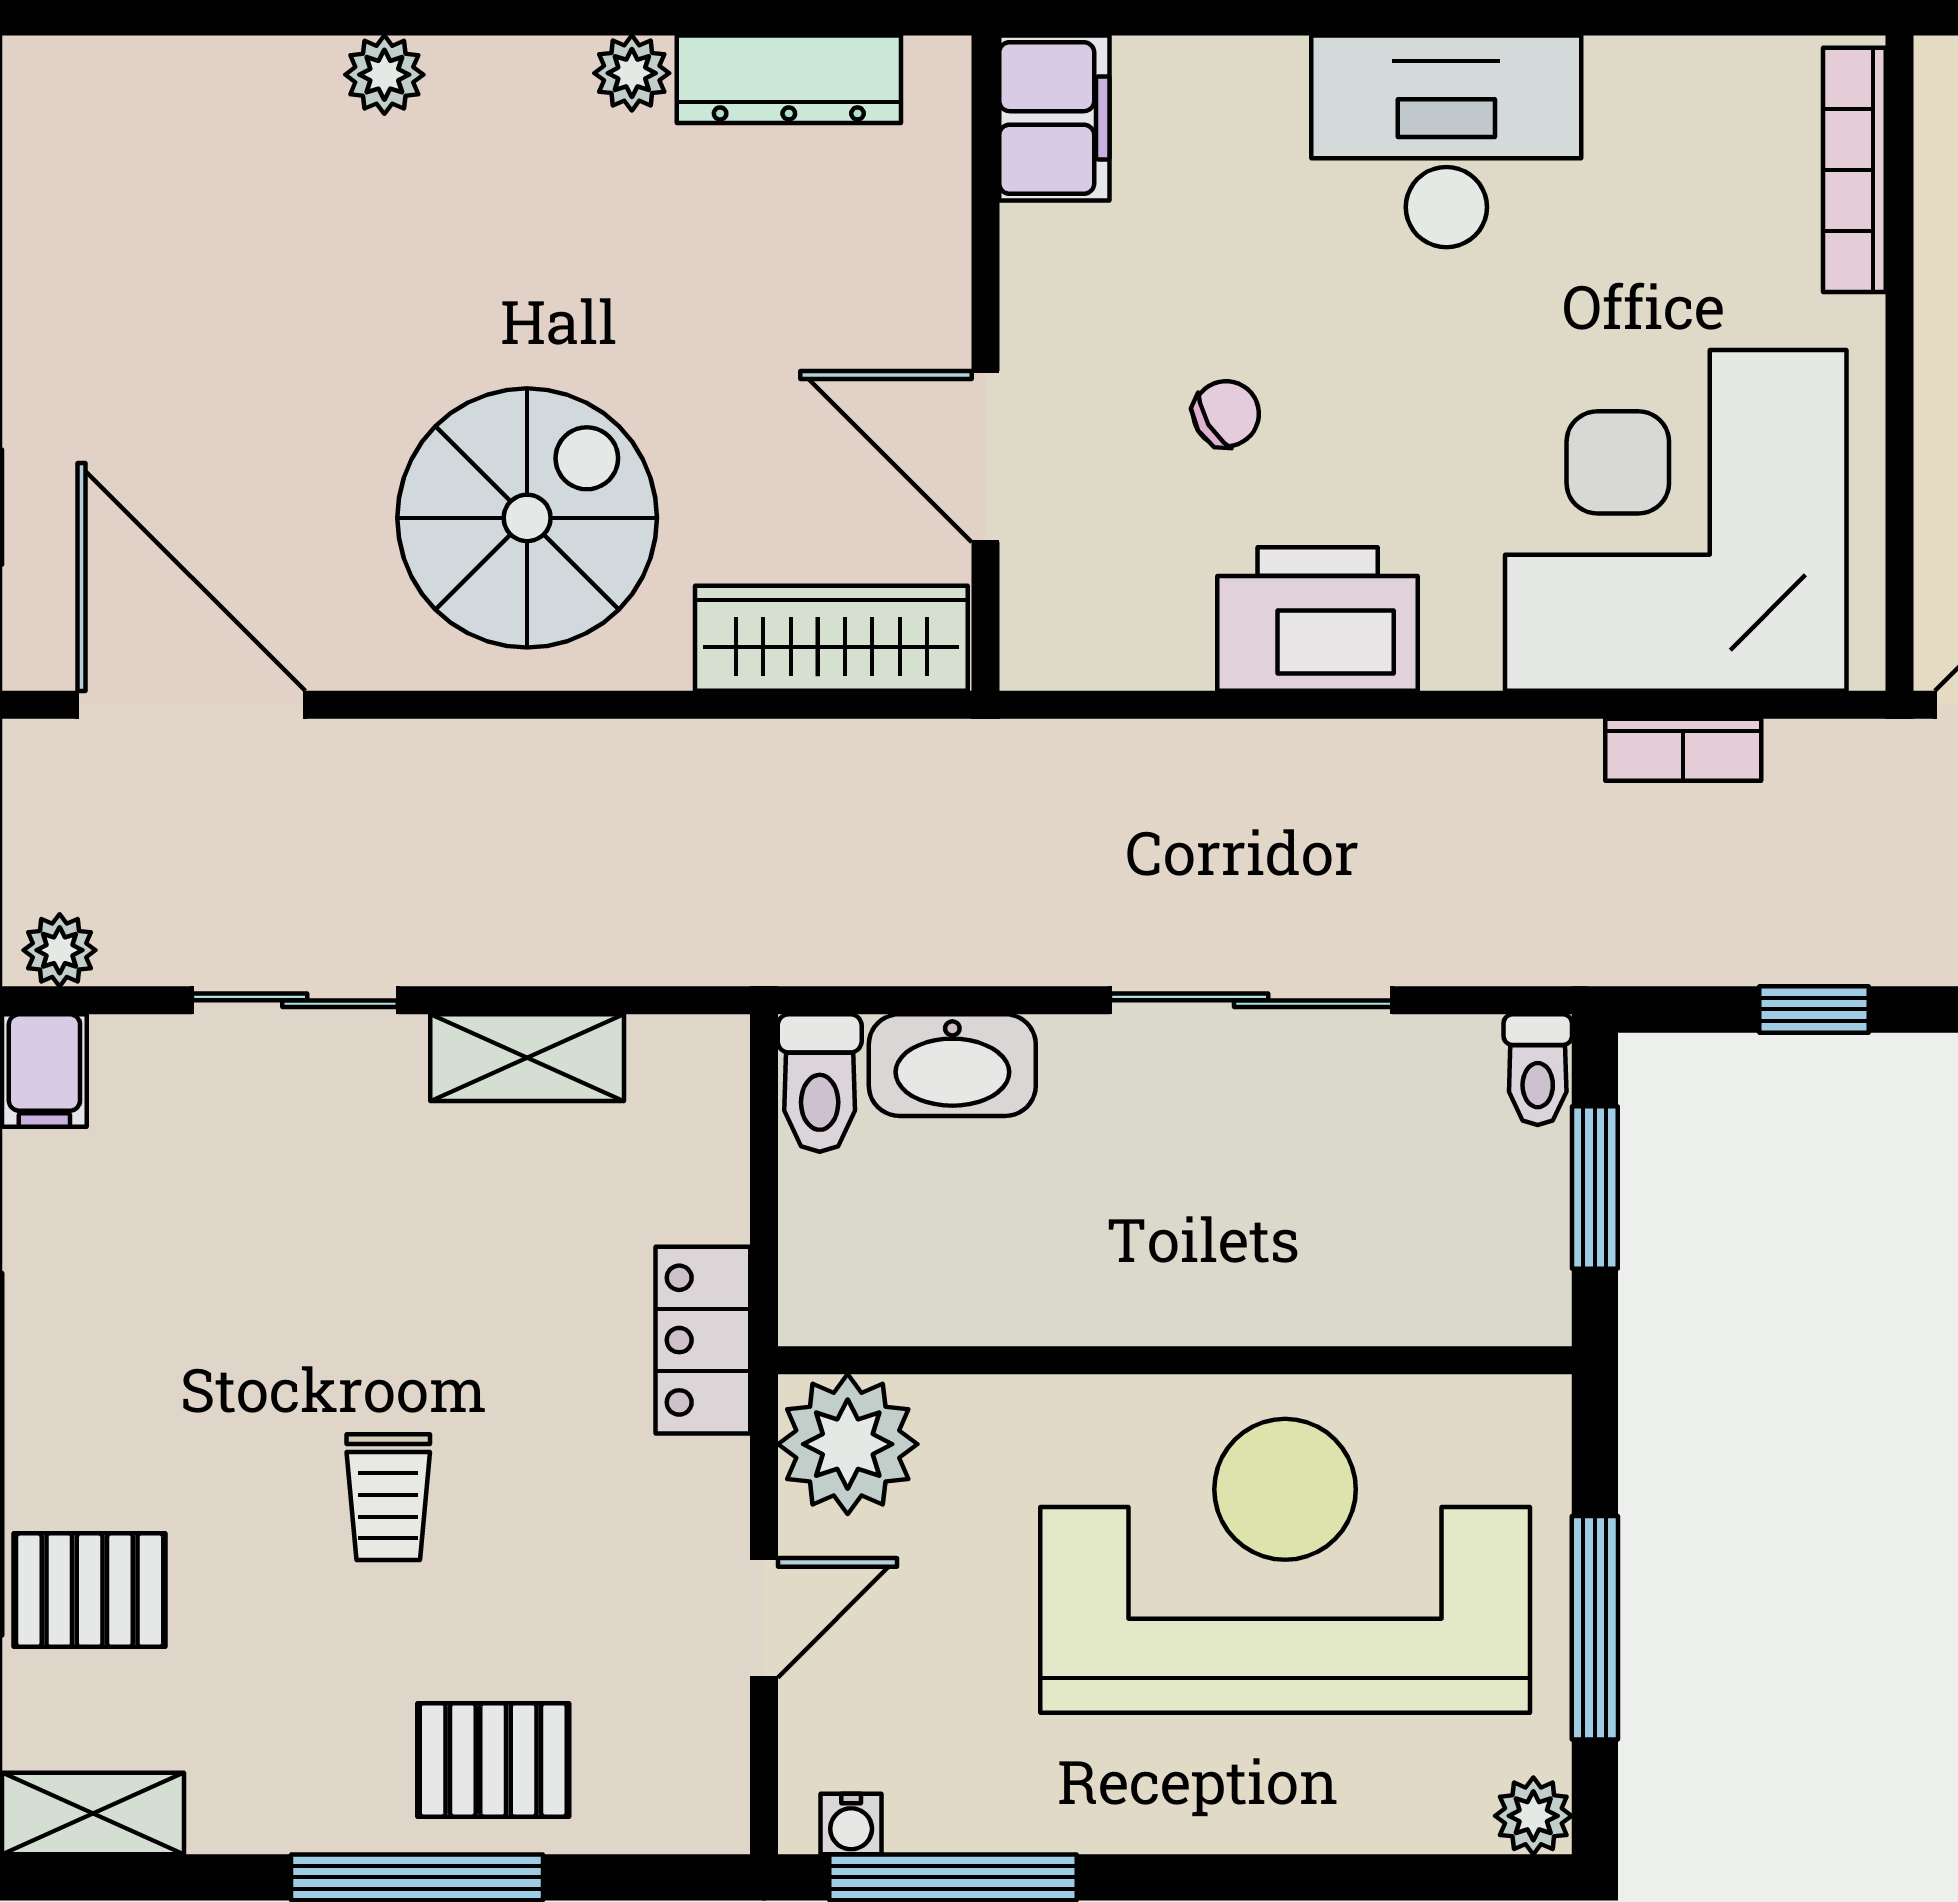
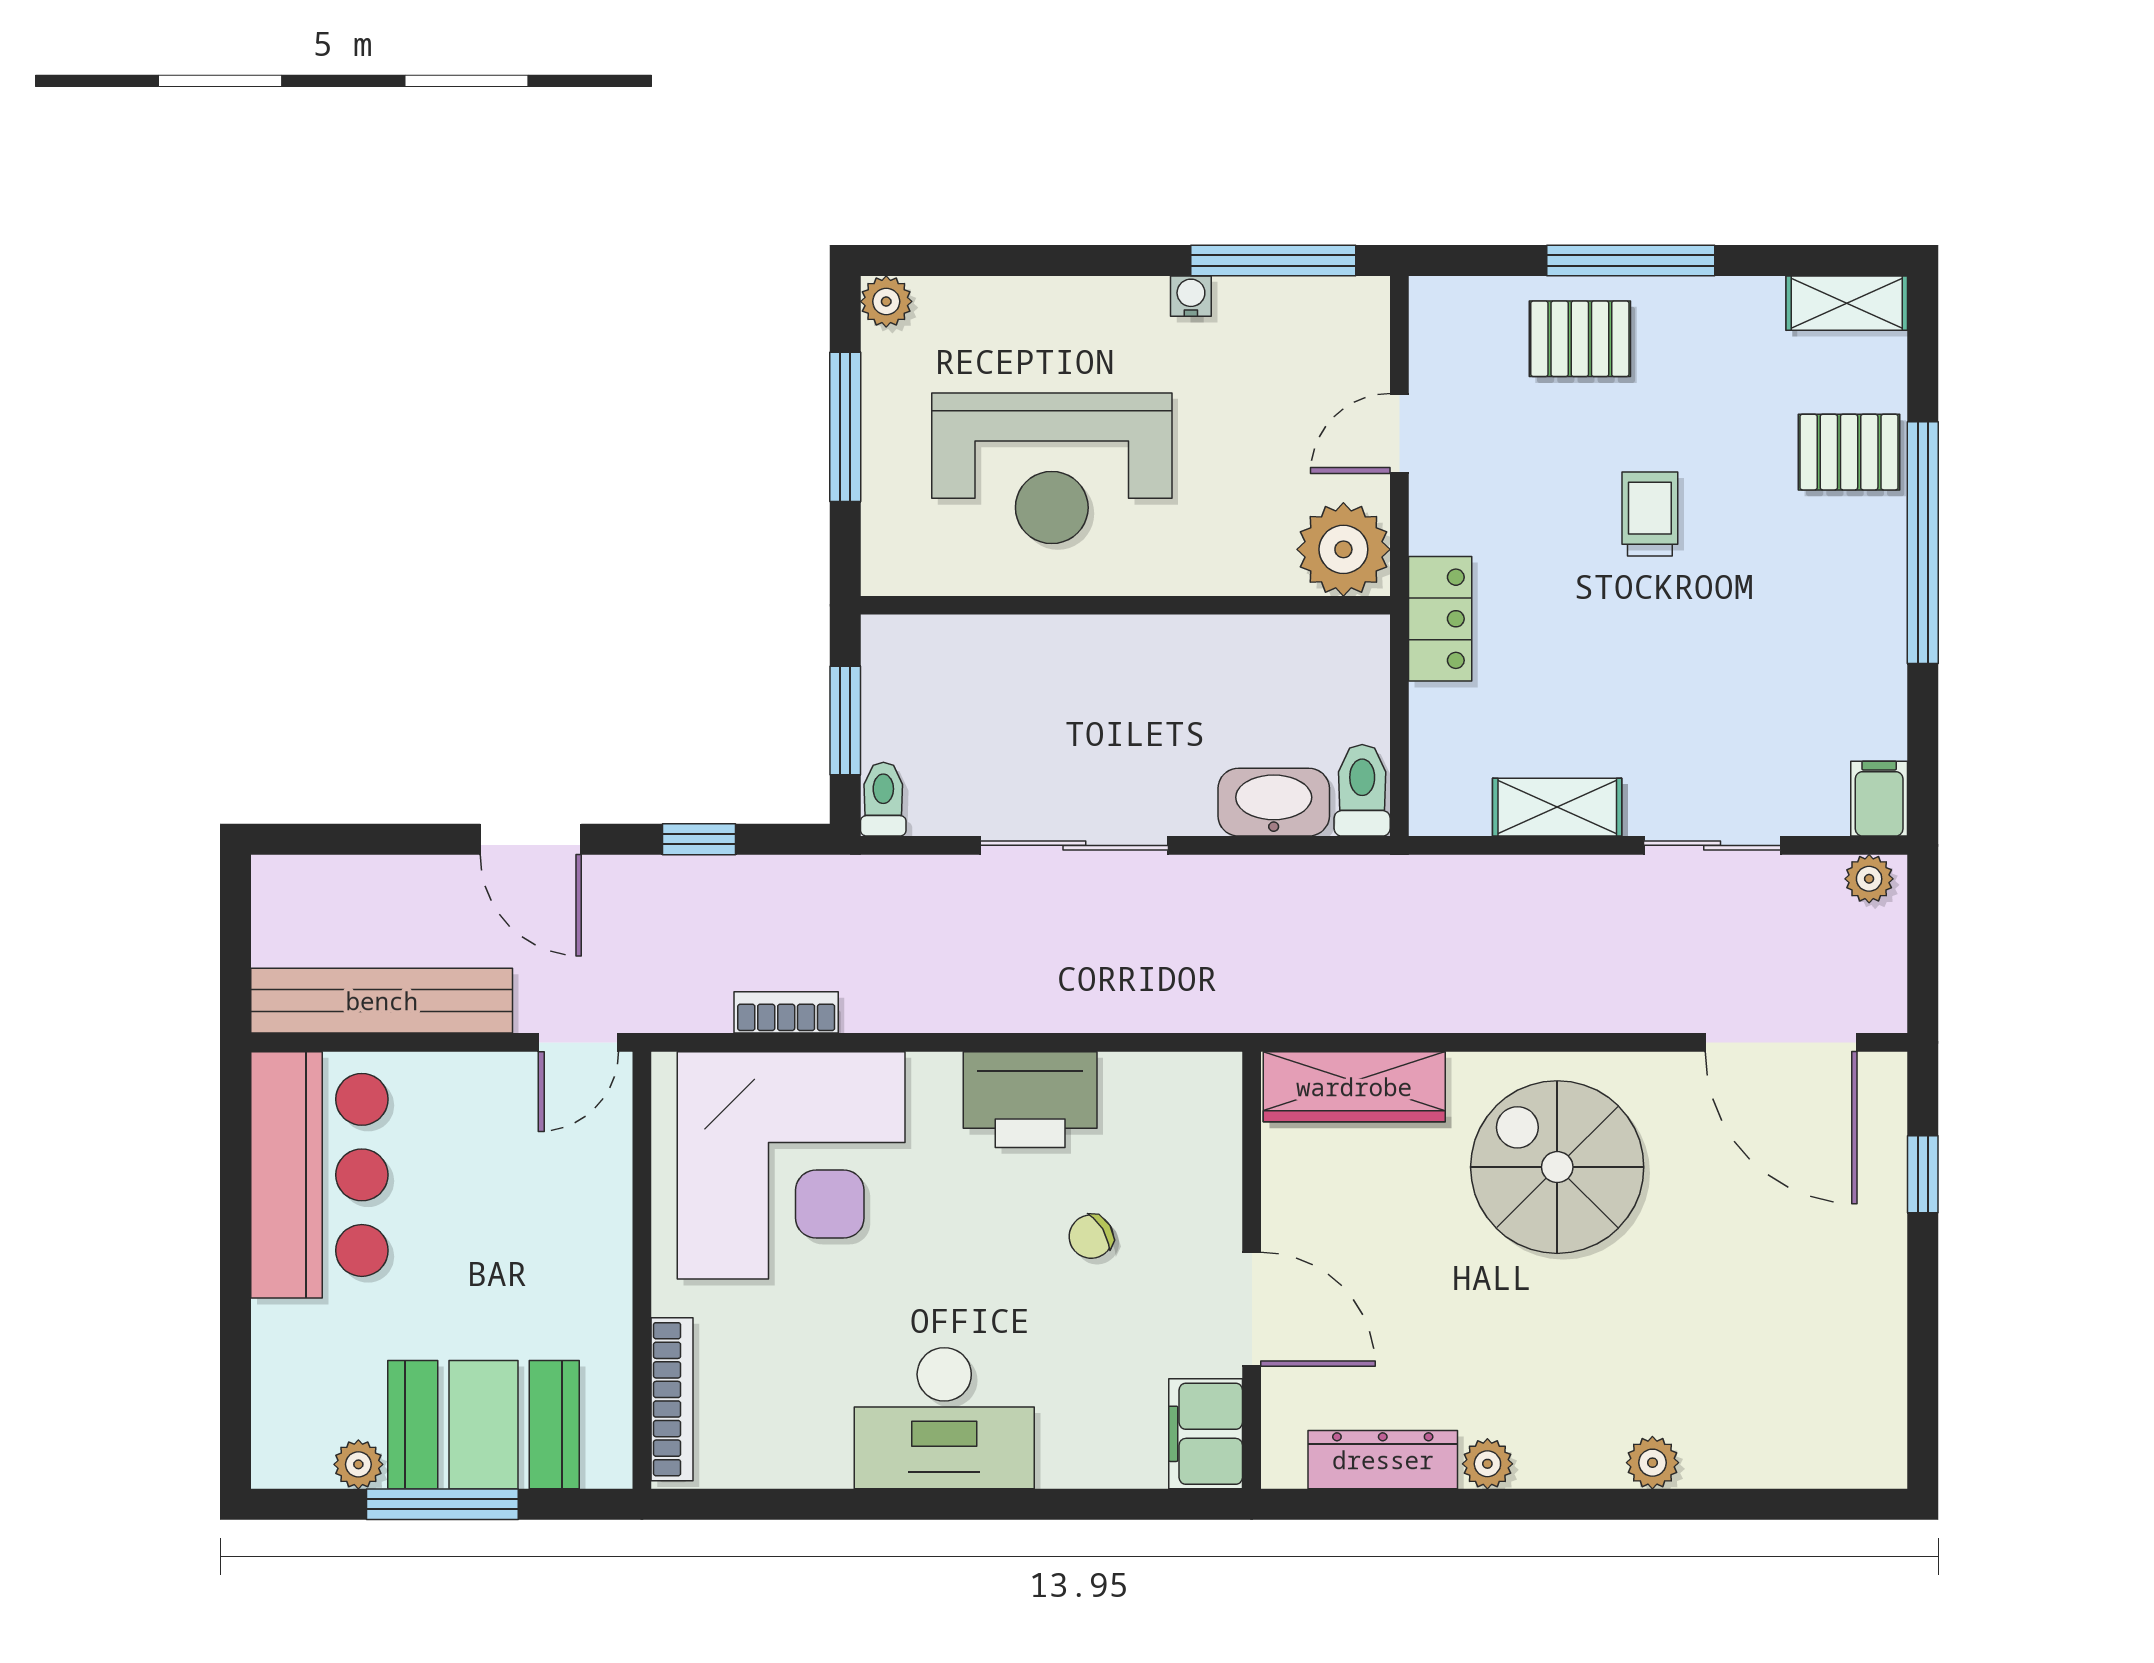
door: (986, 457) -> (1252, 1309), moved
spiral stairs: (527, 518) -> (1557, 1167), turned 90
reception desk: (1285, 1566) -> (1052, 468), width x0.74, depth x0.77
water cooler: (851, 1824) -> (1191, 296), moved

